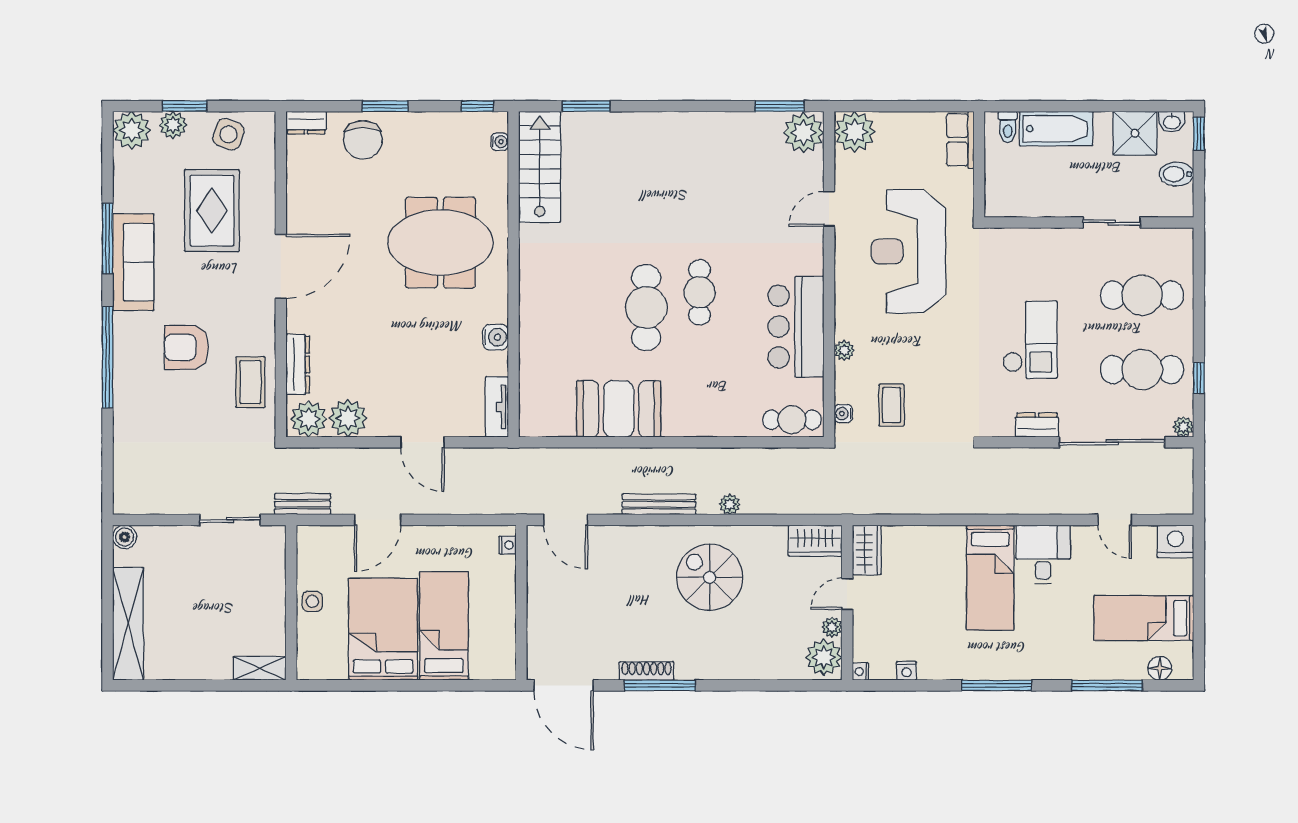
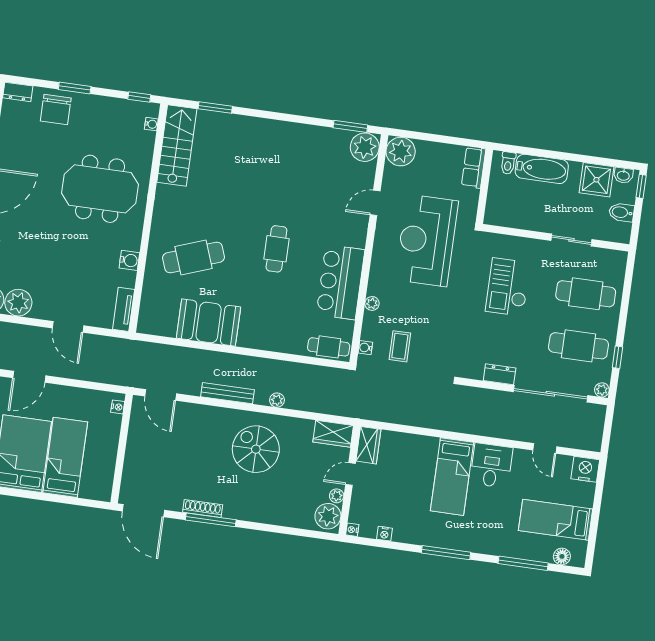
cafe table: (646, 308) -> (194, 258), moved, turned 70
checkout: (1030, 340) -> (508, 287), moved, turned 180

